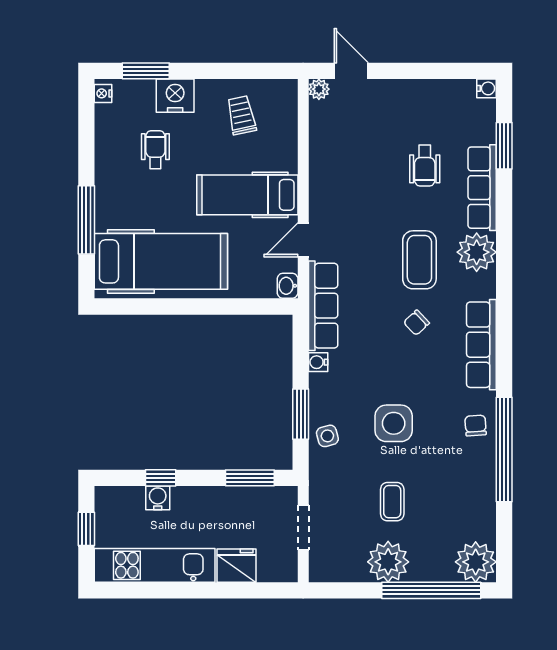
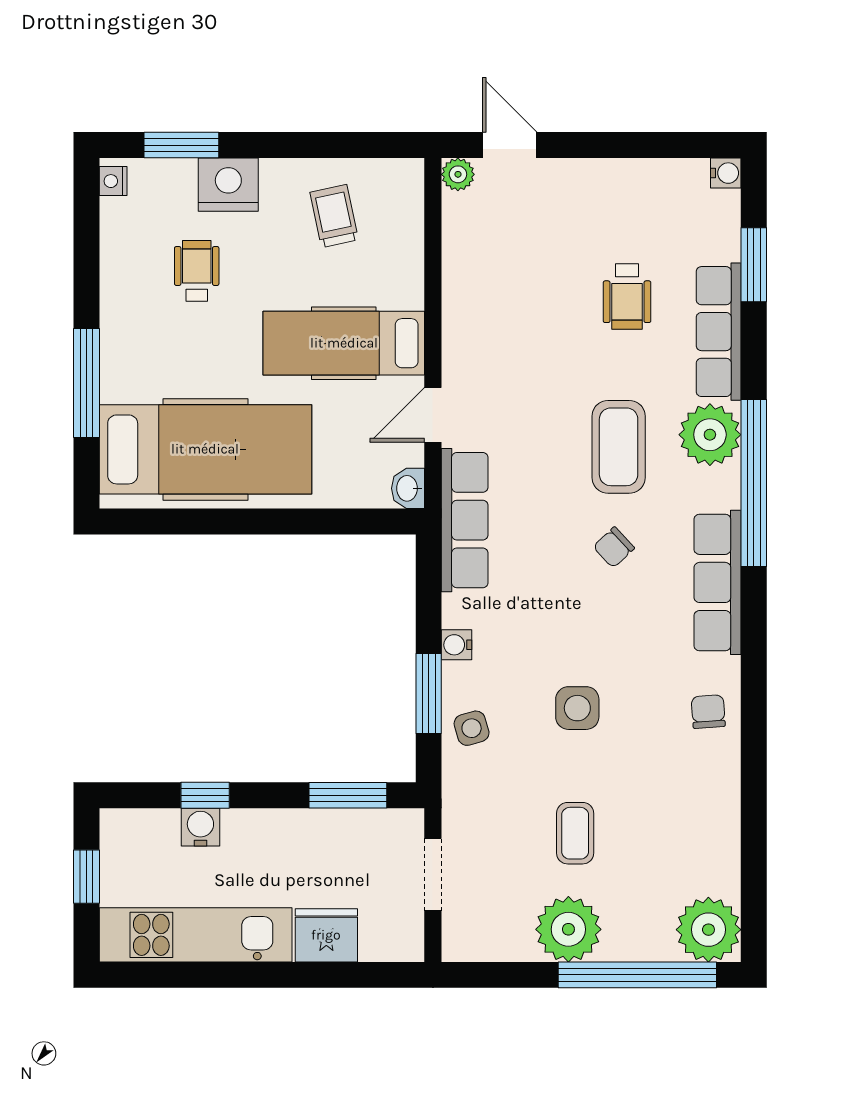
water cooler: (318, 362) -> (457, 645), moved
side table: (394, 423) -> (577, 708), width x0.73, depth x0.73
window: (504, 450) -> (754, 483), moved

